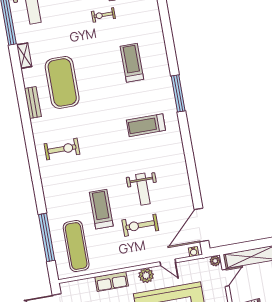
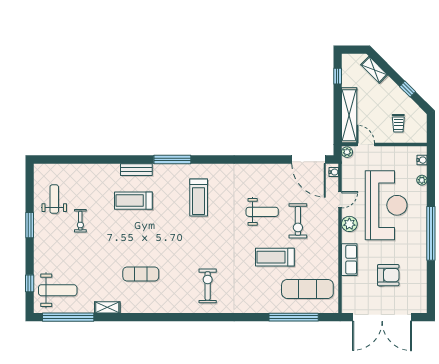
exercise mat: (62, 82) -> (141, 274), width x0.50, depth x0.69
bench: (33, 102) -> (136, 170), moved

